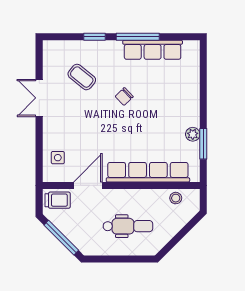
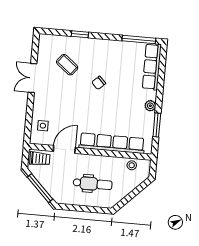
window: (138, 37) -> (139, 40), moved
row of seats: (153, 50) -> (152, 67), moved, turned 90
plant: (193, 134) -> (150, 106), moved

